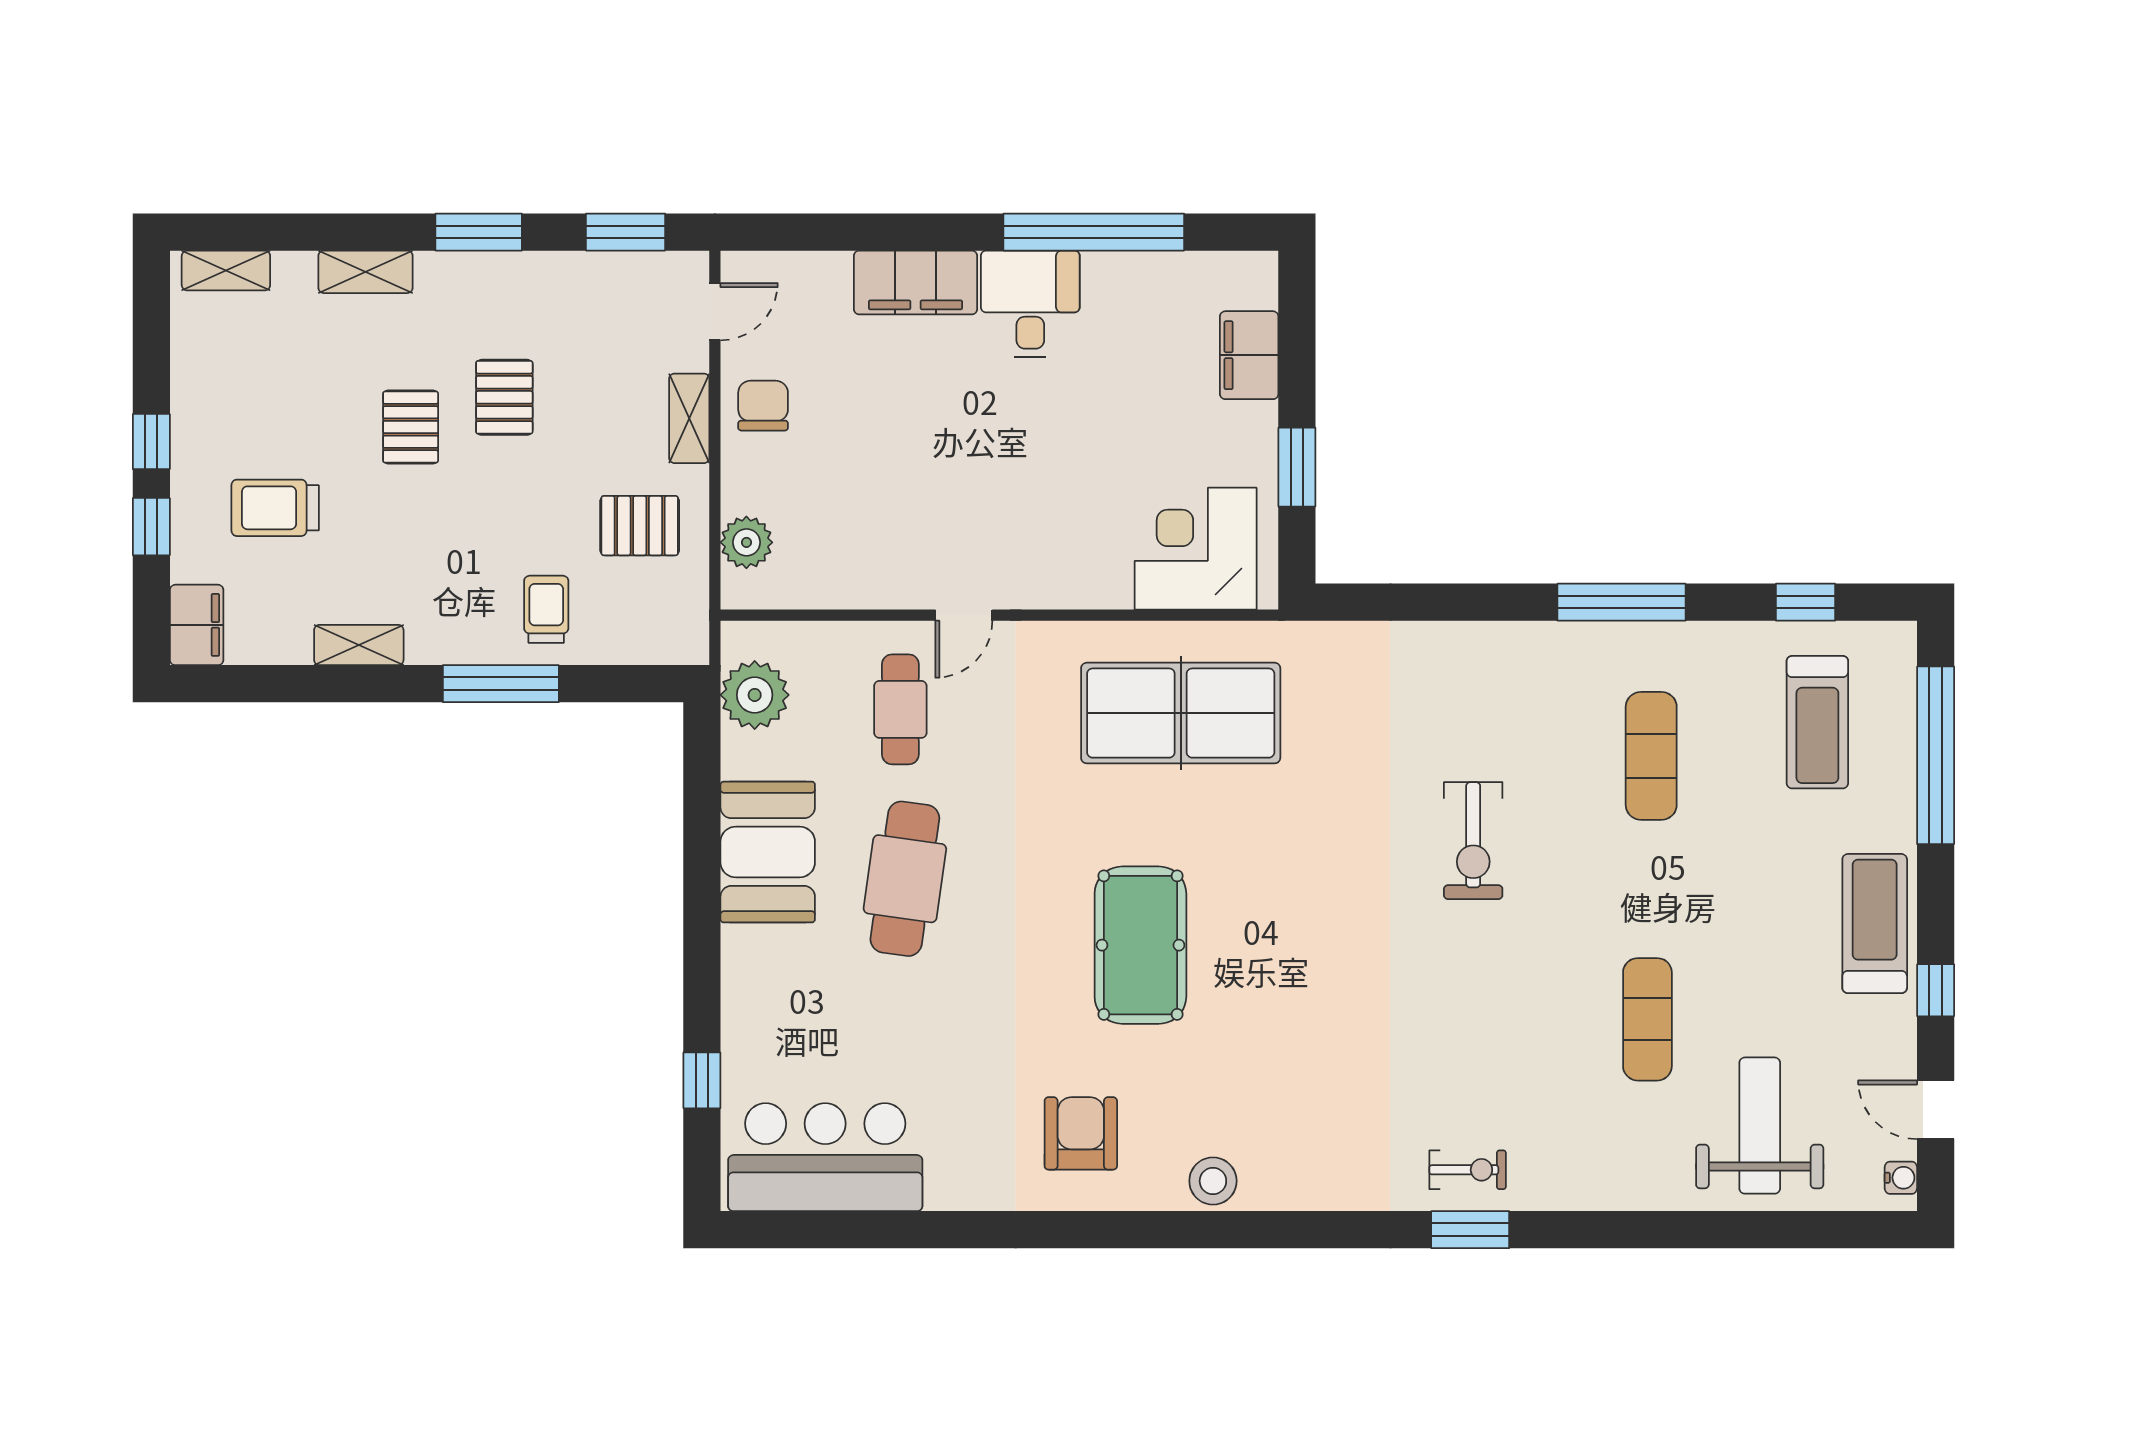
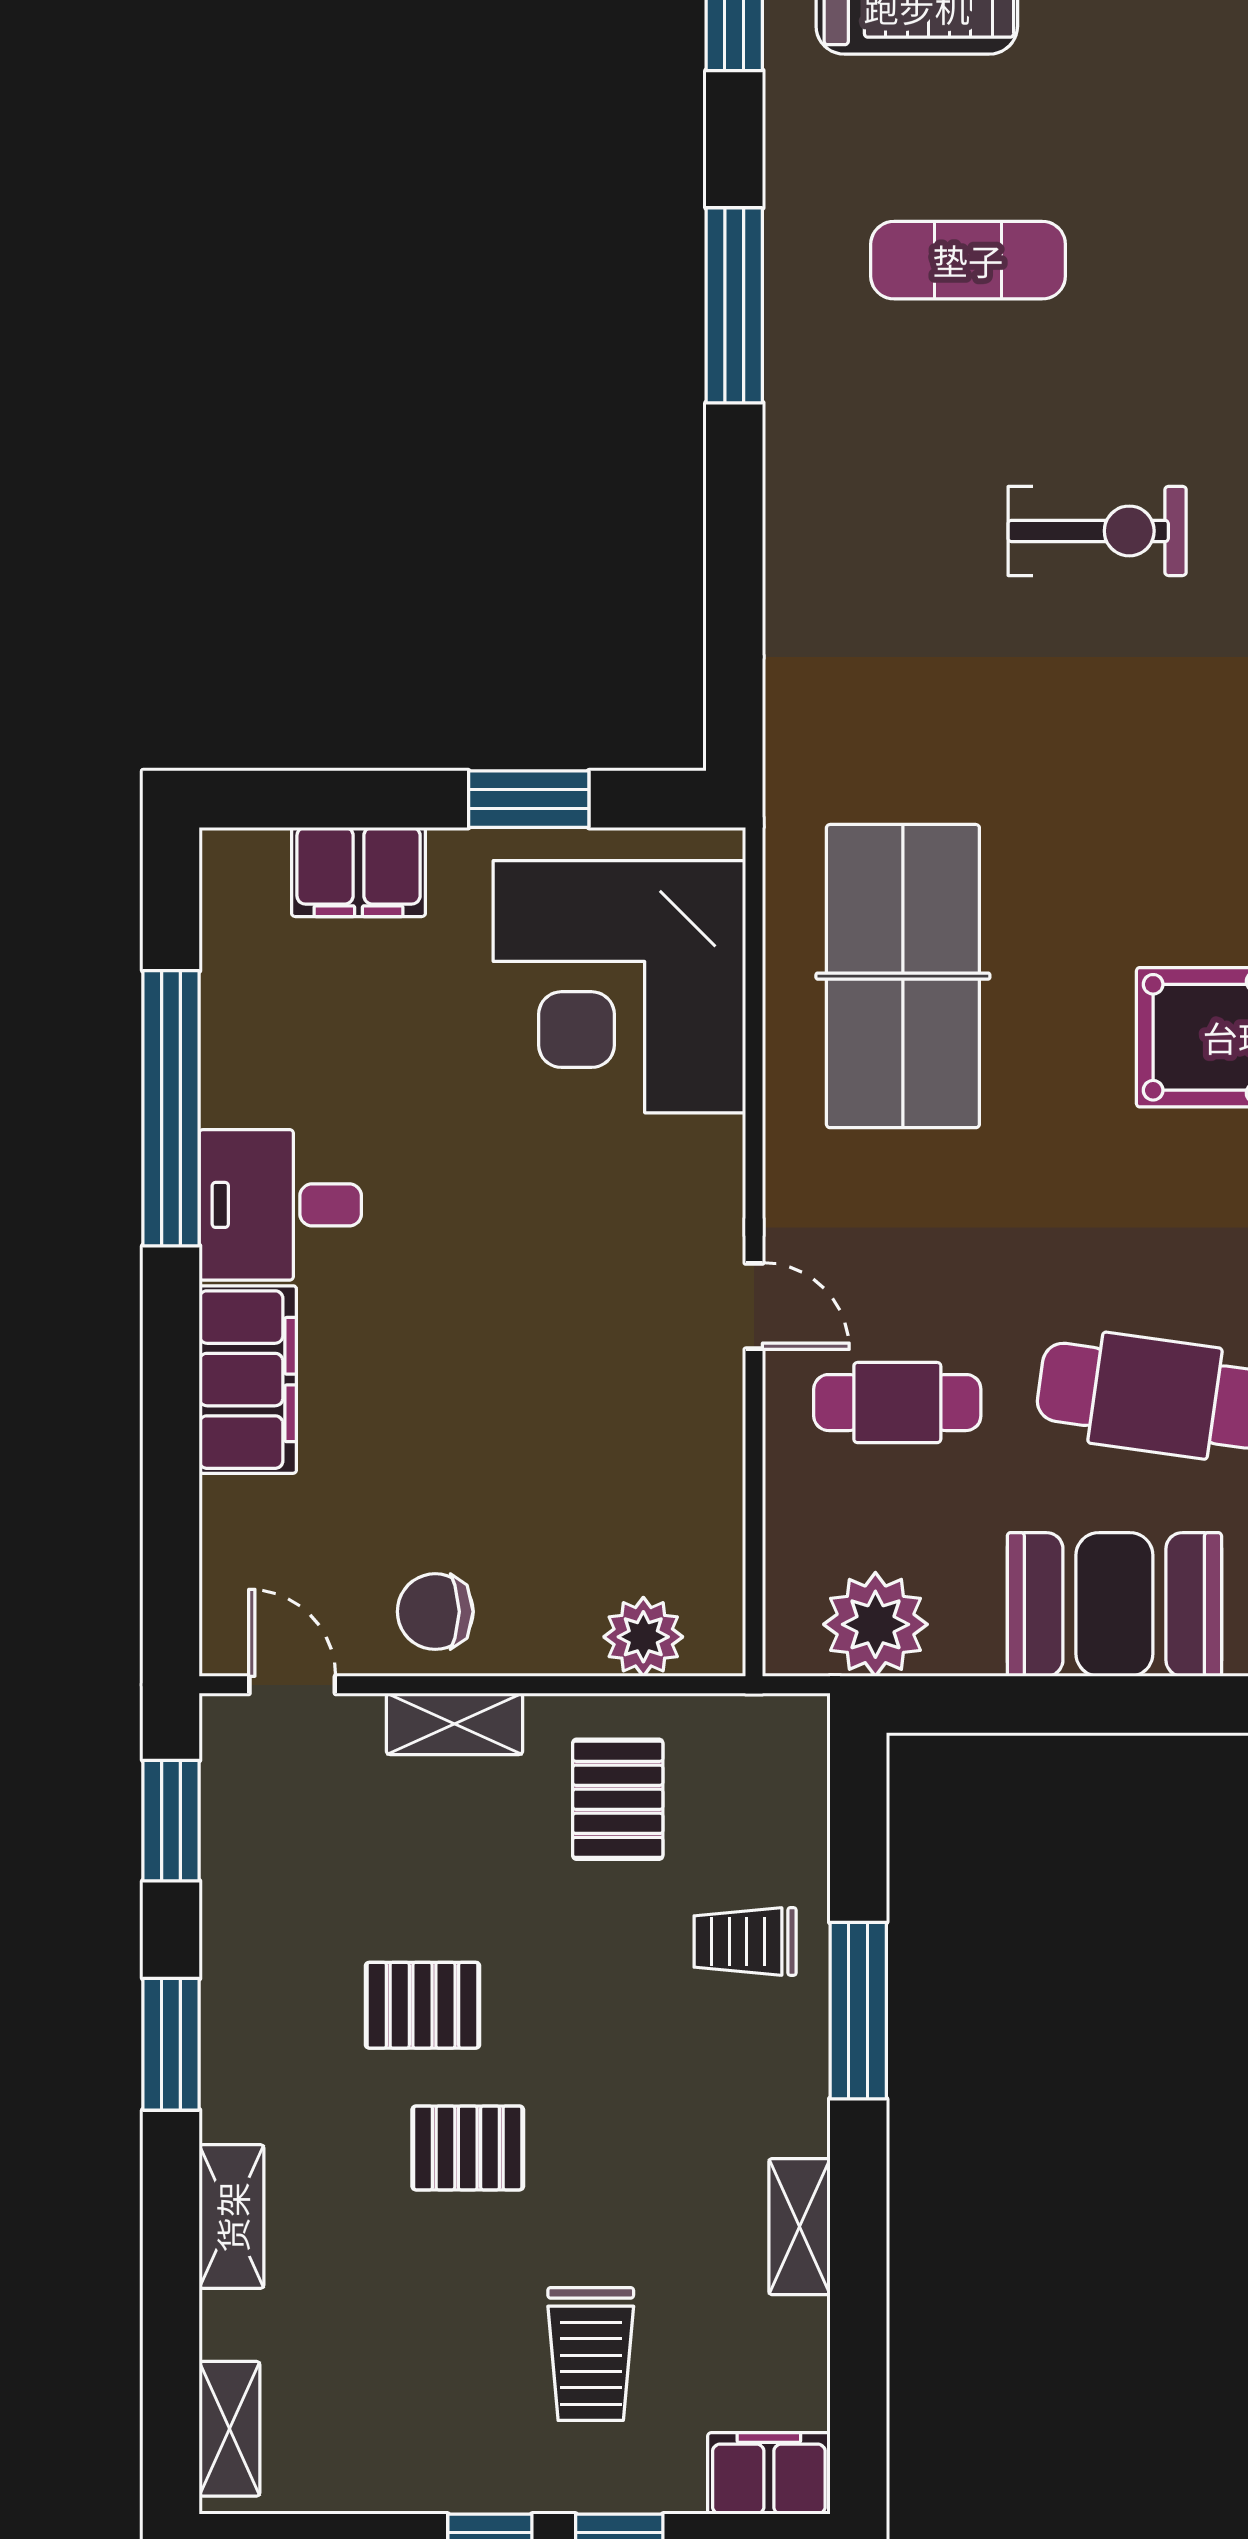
corner desk: (1196, 549) -> (619, 987), width x1.36, depth x1.36

